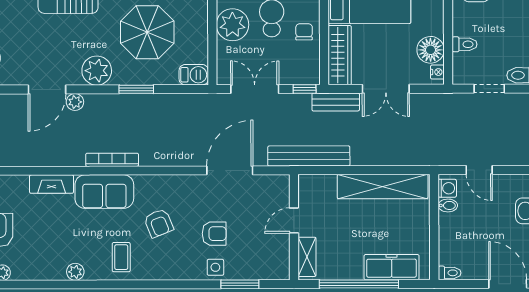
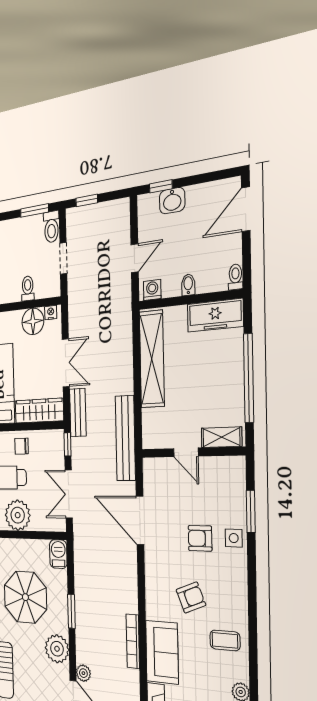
bidet: (448, 205) -> (188, 285), moved
armchair: (214, 234) -> (200, 538), turned -90
freezer: (392, 267) -> (215, 315), moved, turned -90

